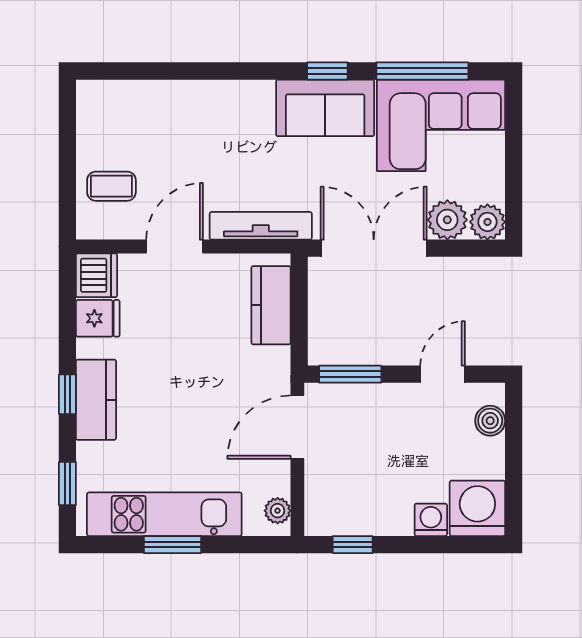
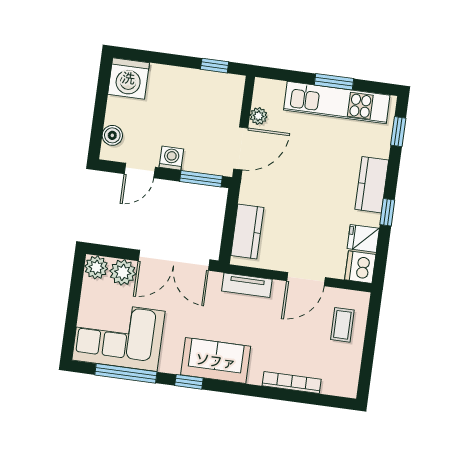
bookcase: (175, 91) -> (292, 383), added
sofa: (325, 108) -> (216, 361), moved
coffee table: (111, 186) -> (342, 325), turned 90
tv unit: (261, 226) -> (247, 285), width x0.71
window: (67, 394) -> (387, 212), moved
plant: (278, 511) -> (258, 116), moved
washing machine: (431, 520) -> (171, 158), moved, turned 180

